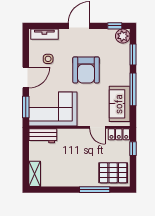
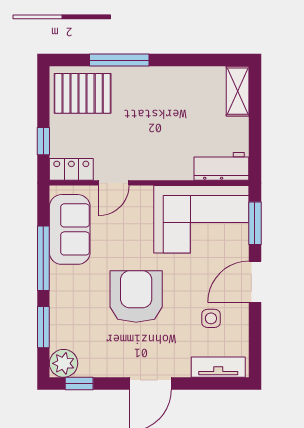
door: (97, 127) -> (114, 183), swing flipped

